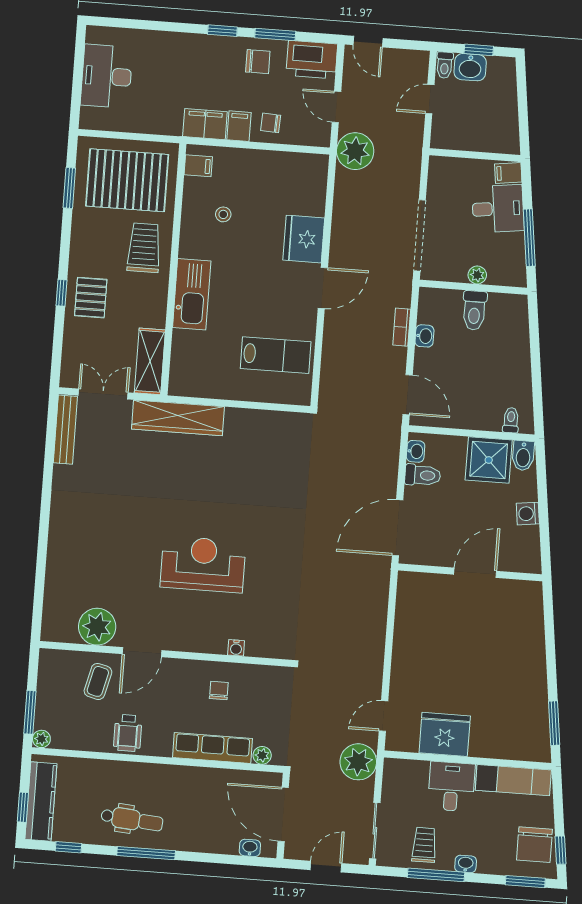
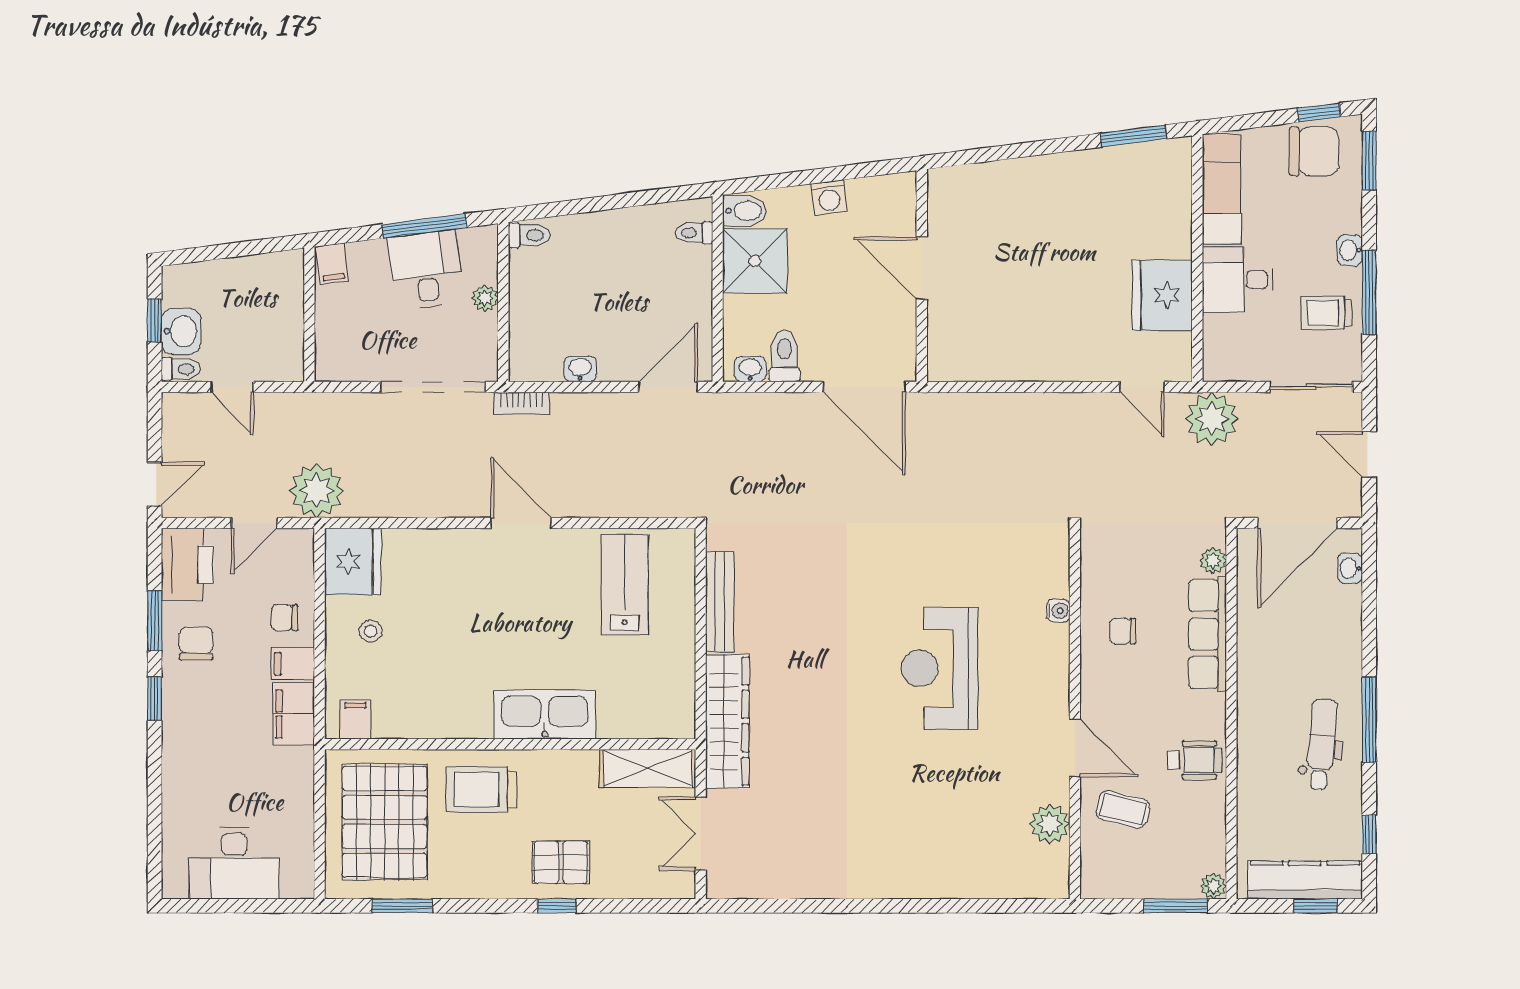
chair: (271, 123) -> (285, 618), turned 87
desk: (498, 209) -> (426, 270), moved
stool: (223, 214) -> (371, 631), moved
fridge: (304, 239) -> (353, 561), moved, turned -90
toilet: (474, 310) -> (529, 235), moved, width x0.73, depth x0.72
bookcase: (402, 327) -> (521, 403), moved
bench: (65, 430) -> (720, 602), moved, turned 90
plant: (97, 627) -> (1050, 824), width x0.73, depth x0.73

